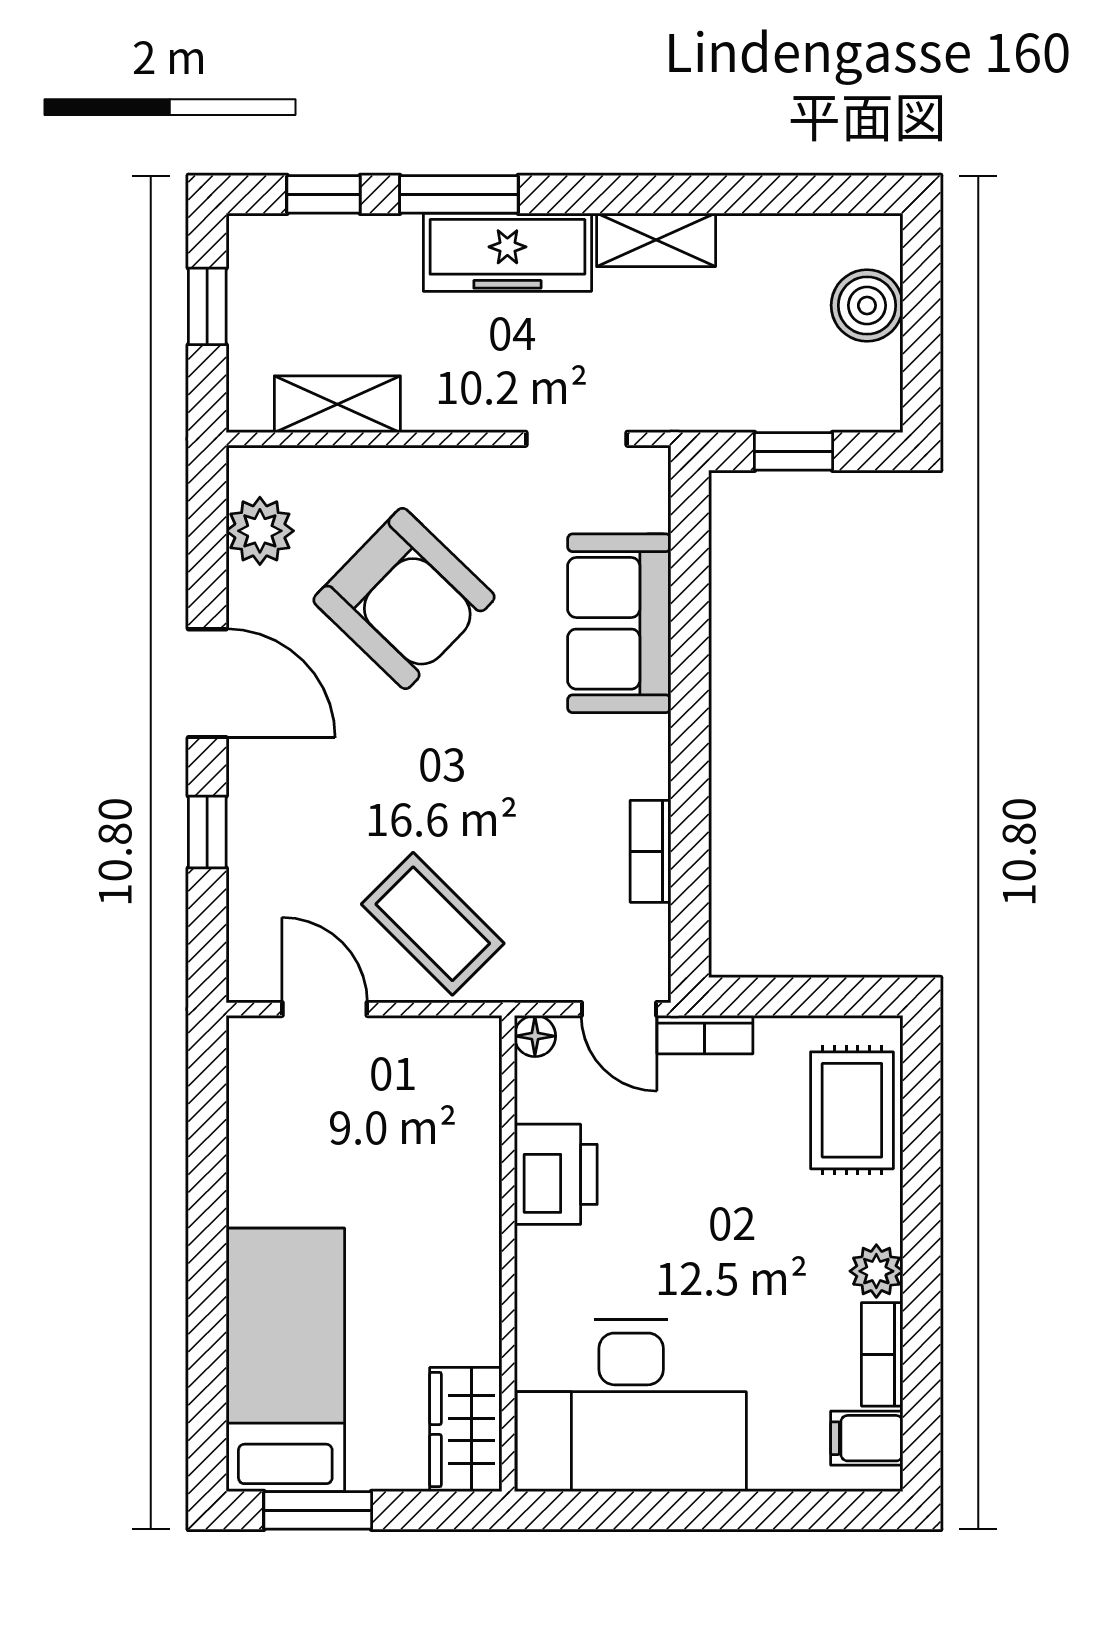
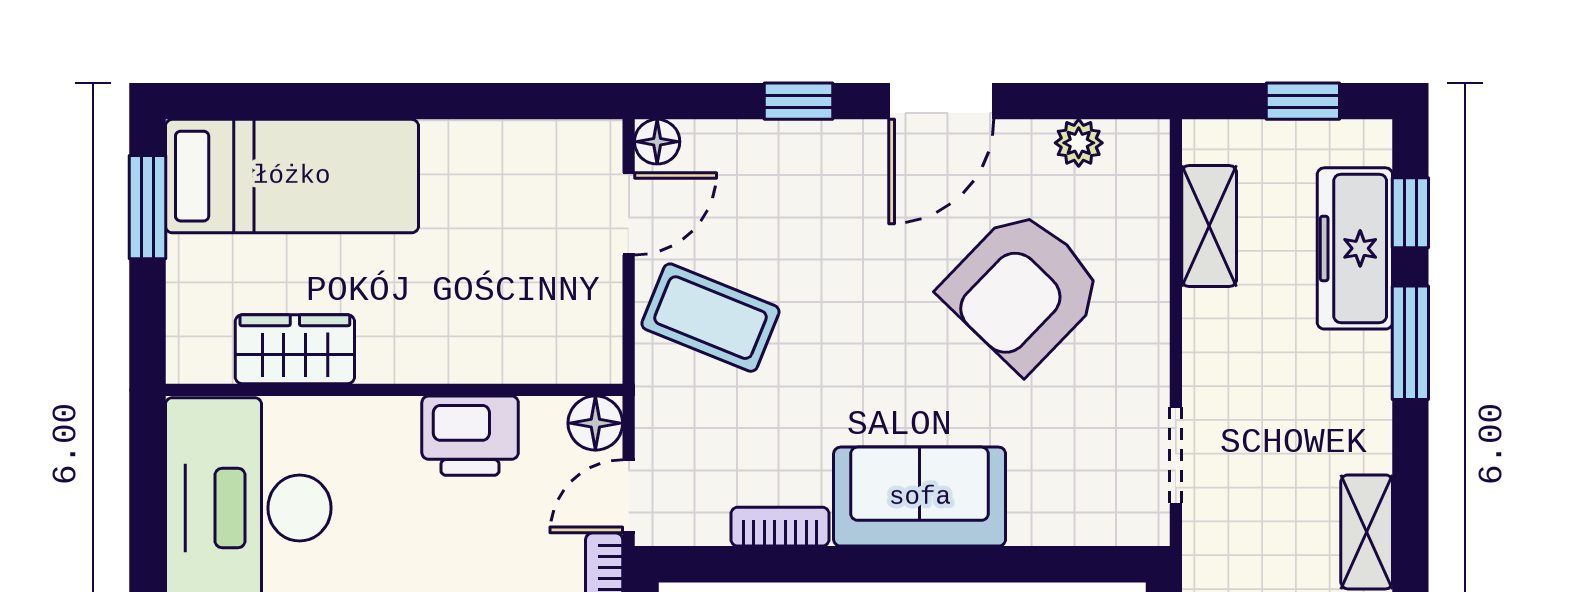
freezer: (507, 252) -> (1355, 248), moved
plant: (260, 531) -> (1079, 143), width x0.73, depth x0.73
sofa: (619, 623) -> (920, 497), moved
coffee table: (433, 924) -> (710, 318), turned 67
floor lamp: (249, 979) -> (657, 142), added
floor lamp: (535, 1036) -> (595, 423), width x1.37, depth x1.37
wardrobe: (466, 1430) -> (295, 349), moved

